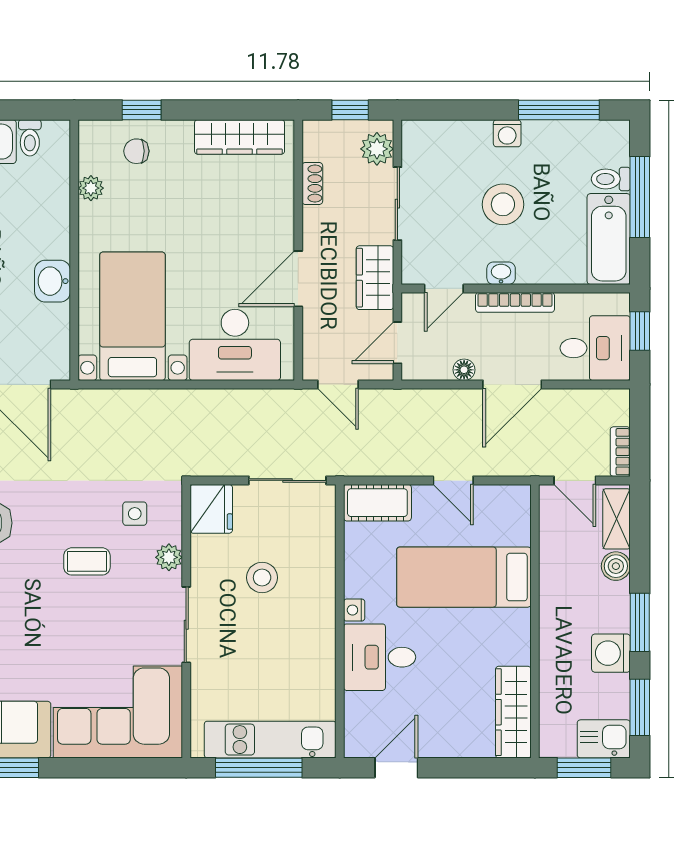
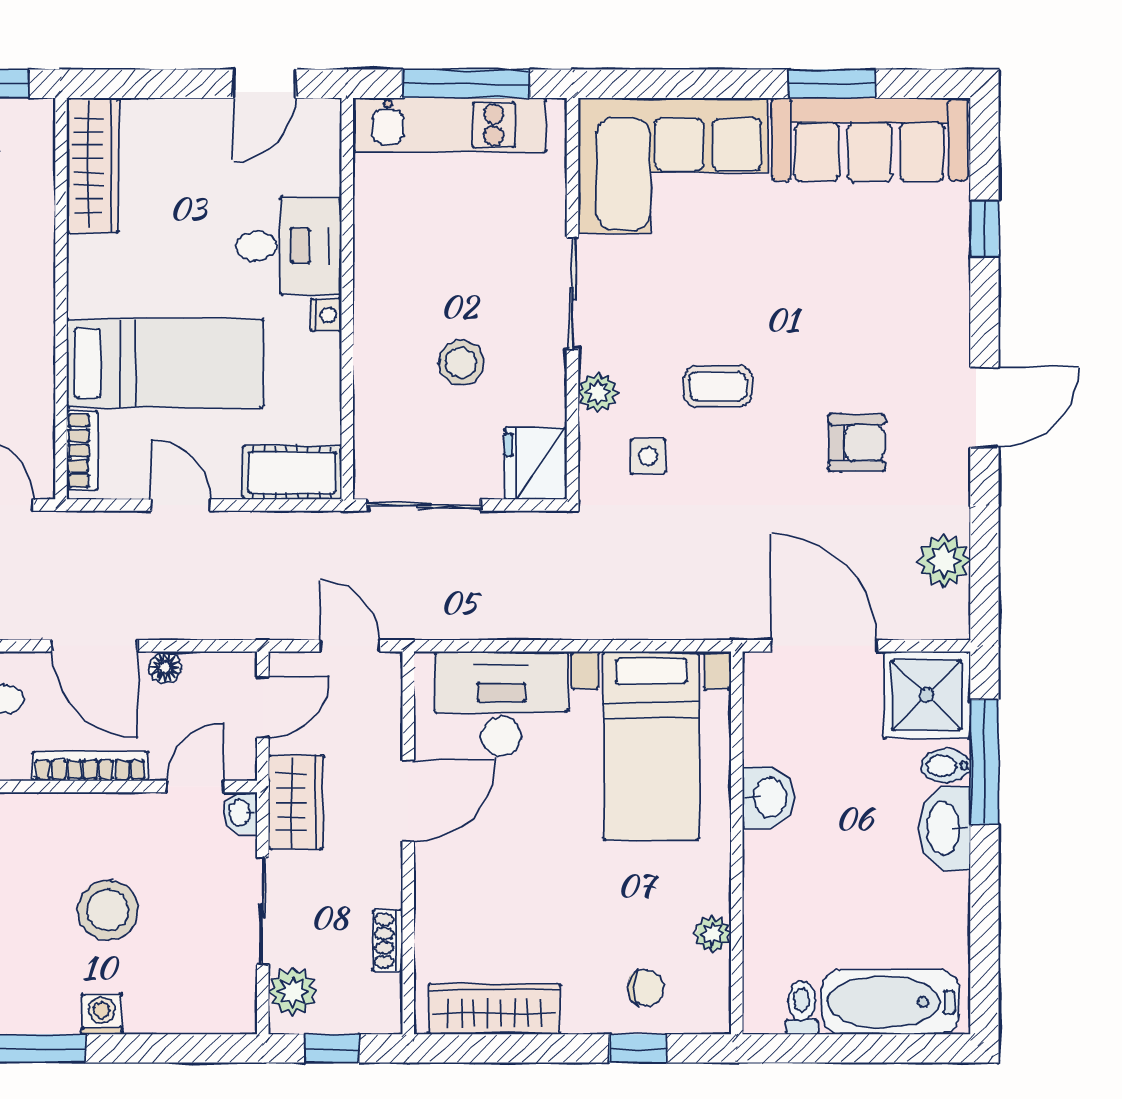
washbasin: (501, 273) -> (240, 813), moved, turned 90
door: (512, 384) -> (94, 646), swing flipped
bookcase: (520, 518) -> (82, 451), added

